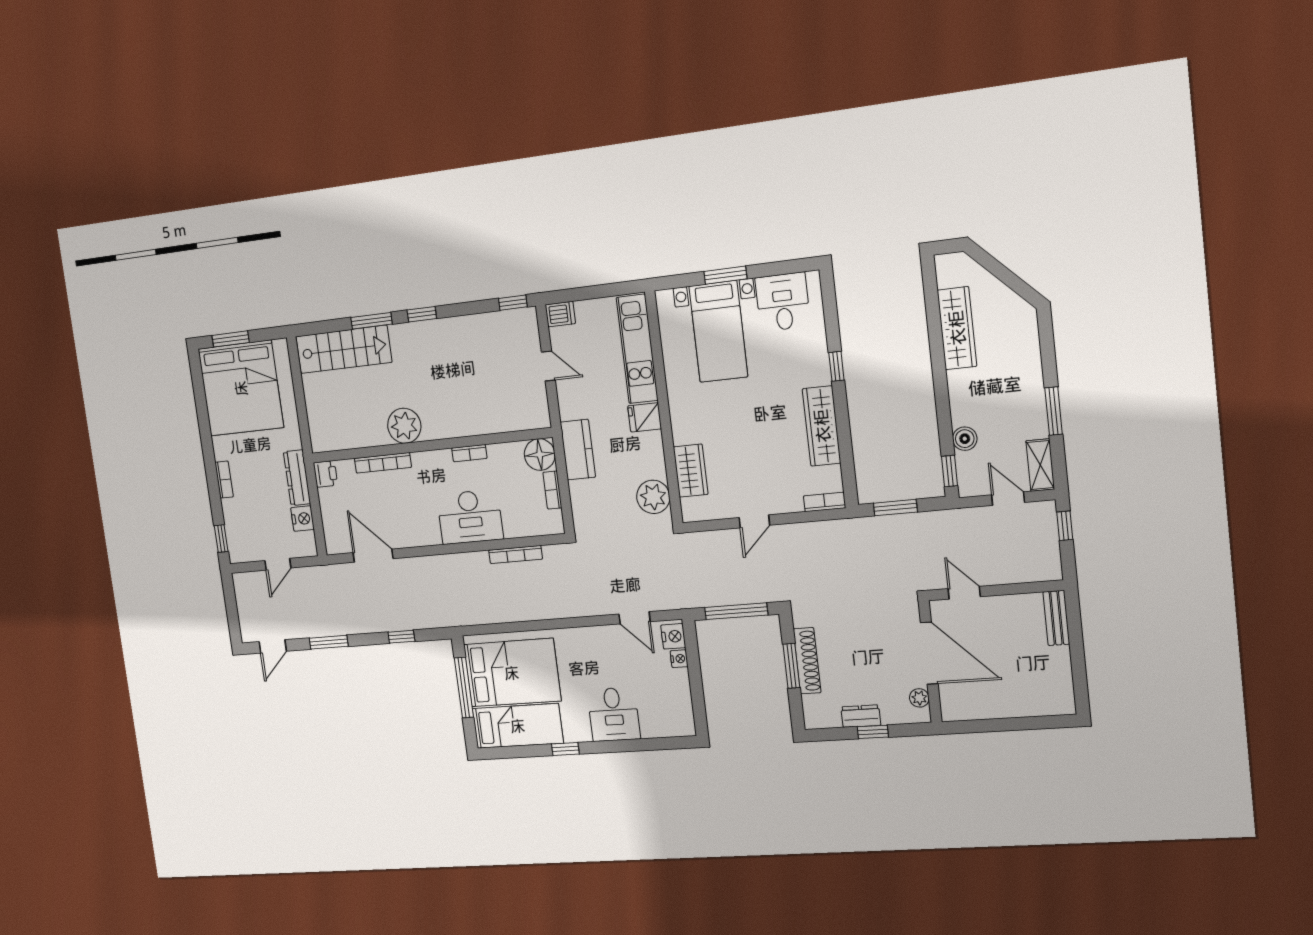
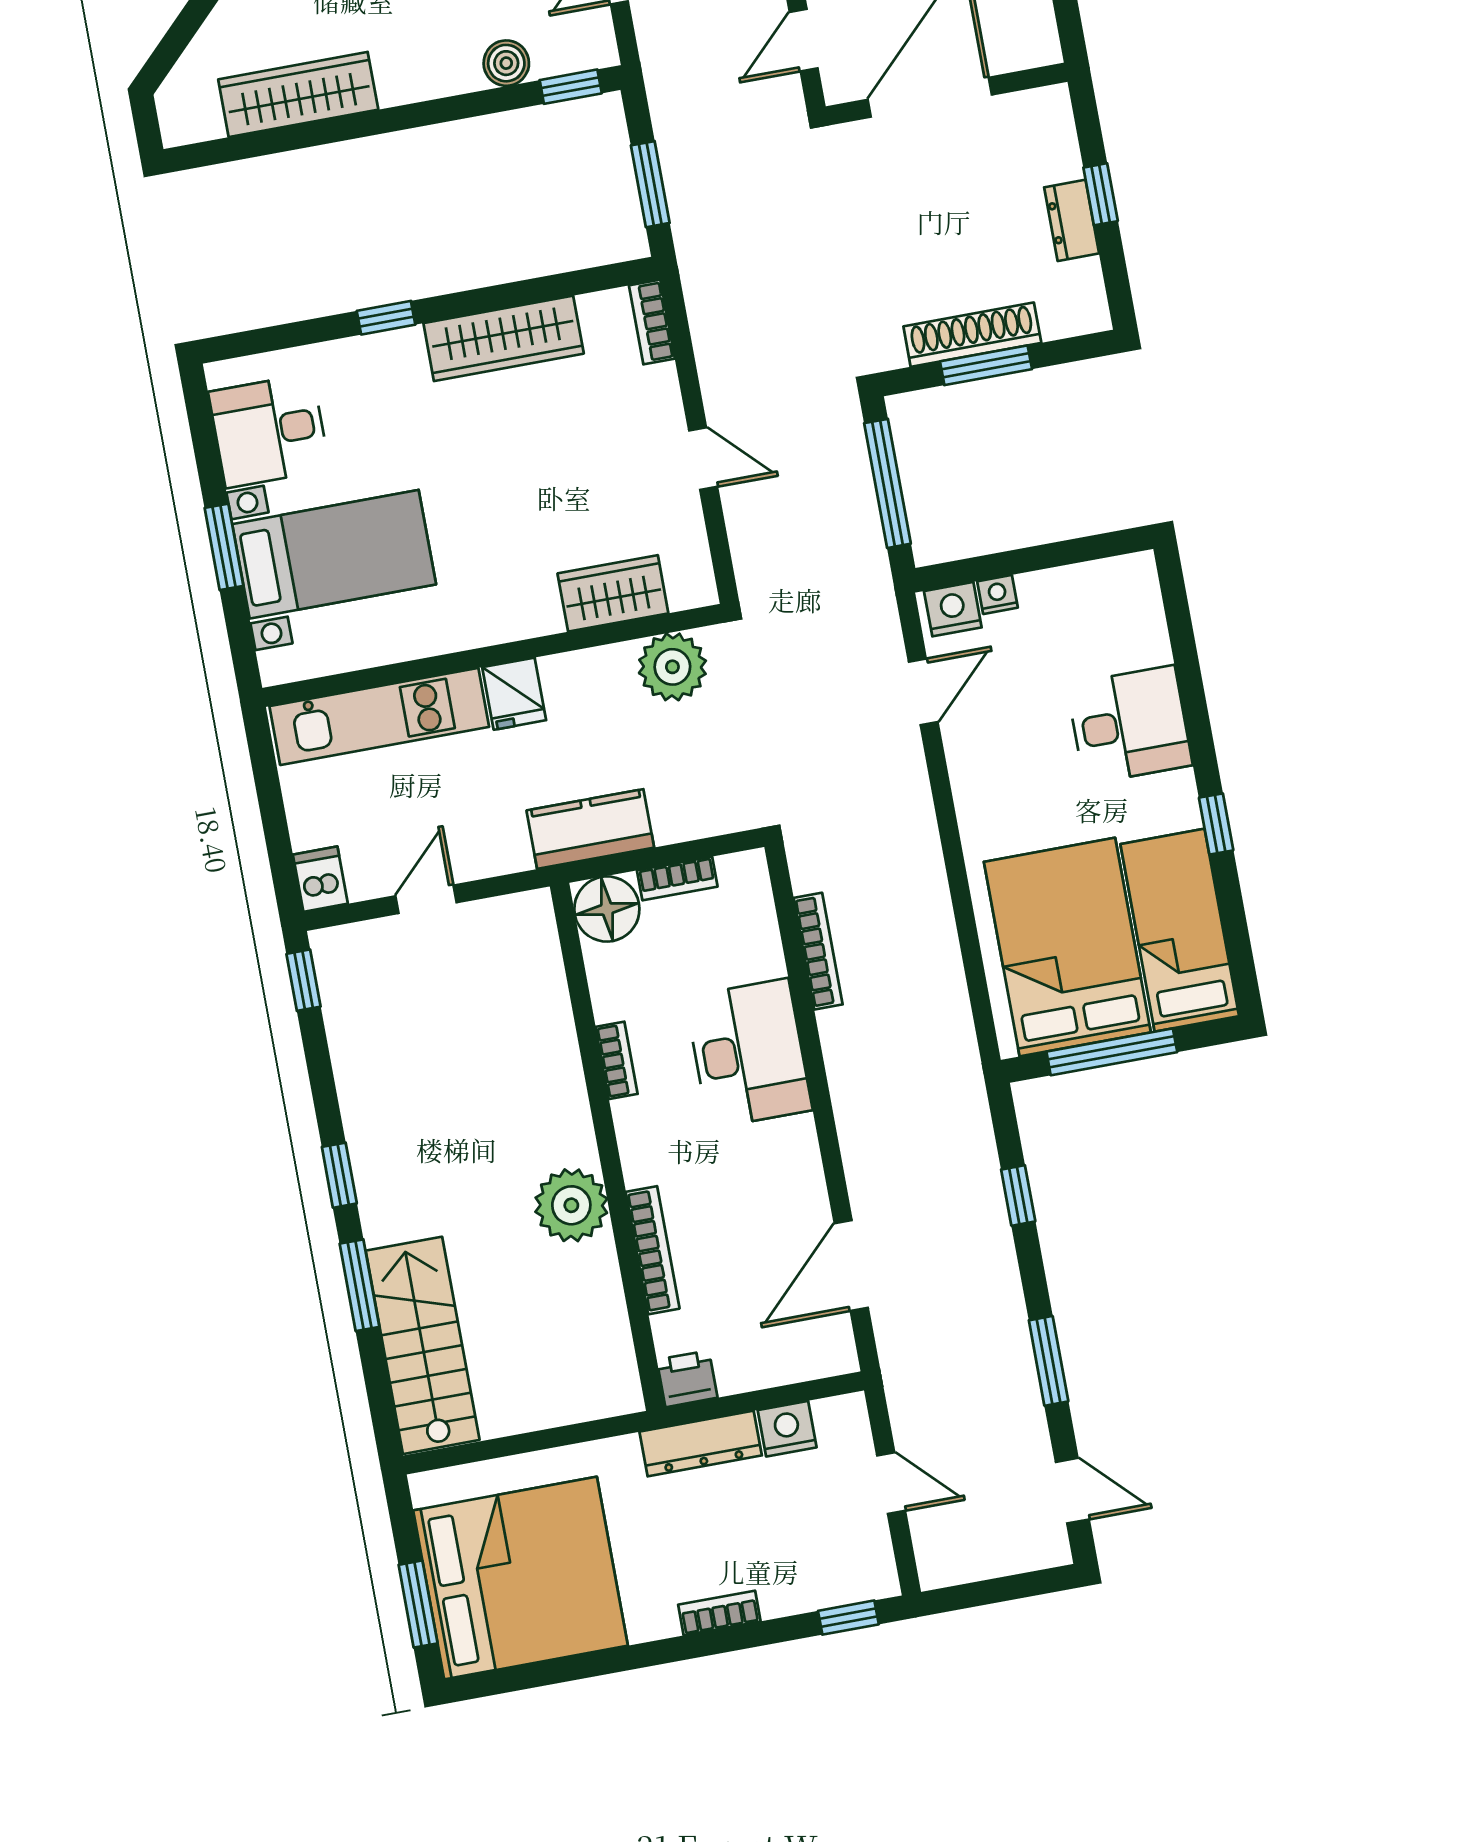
plant: (919, 698) -> (1021, 109), removed

